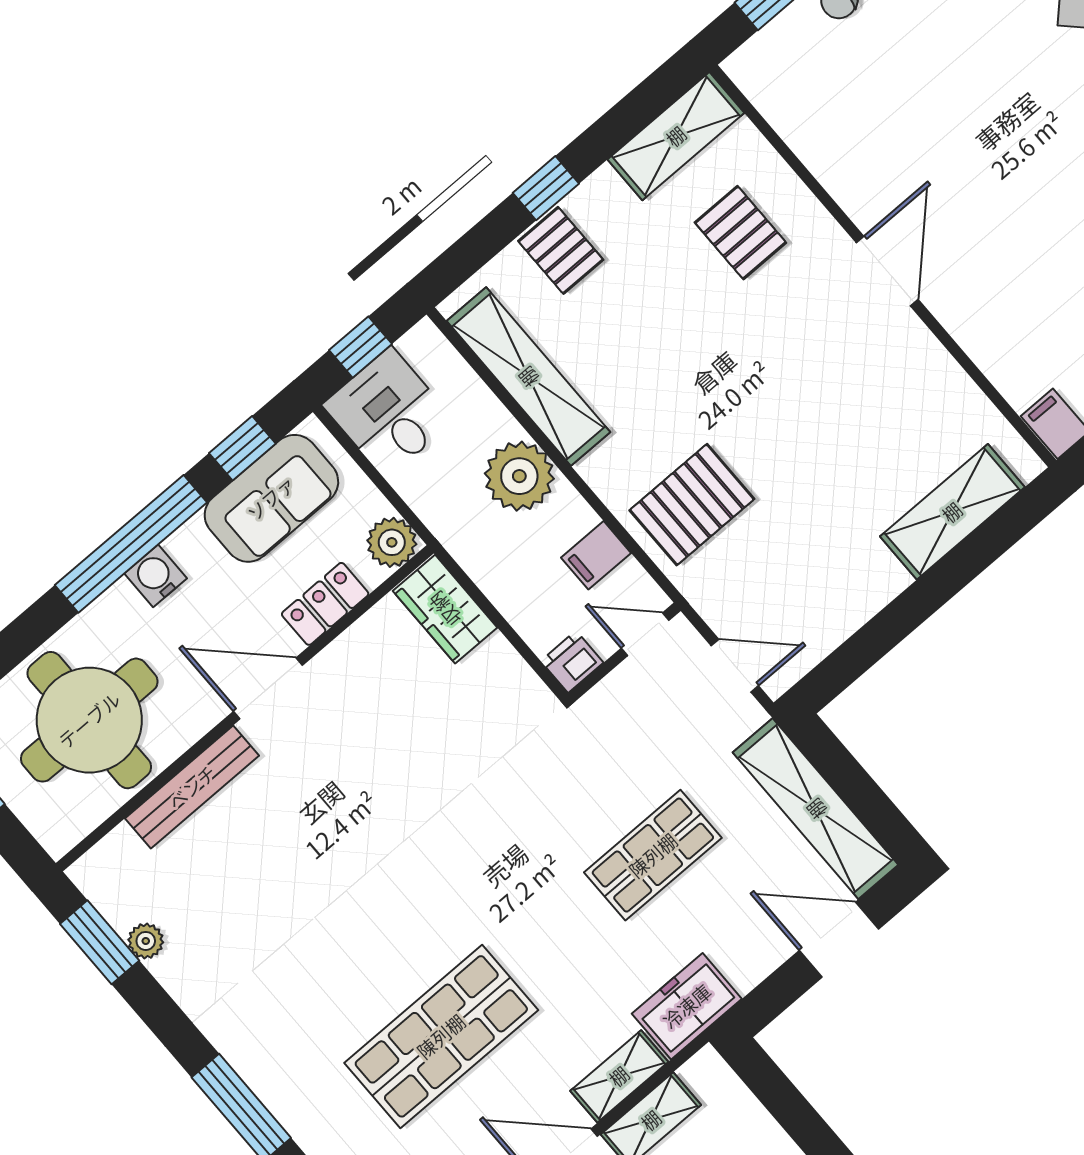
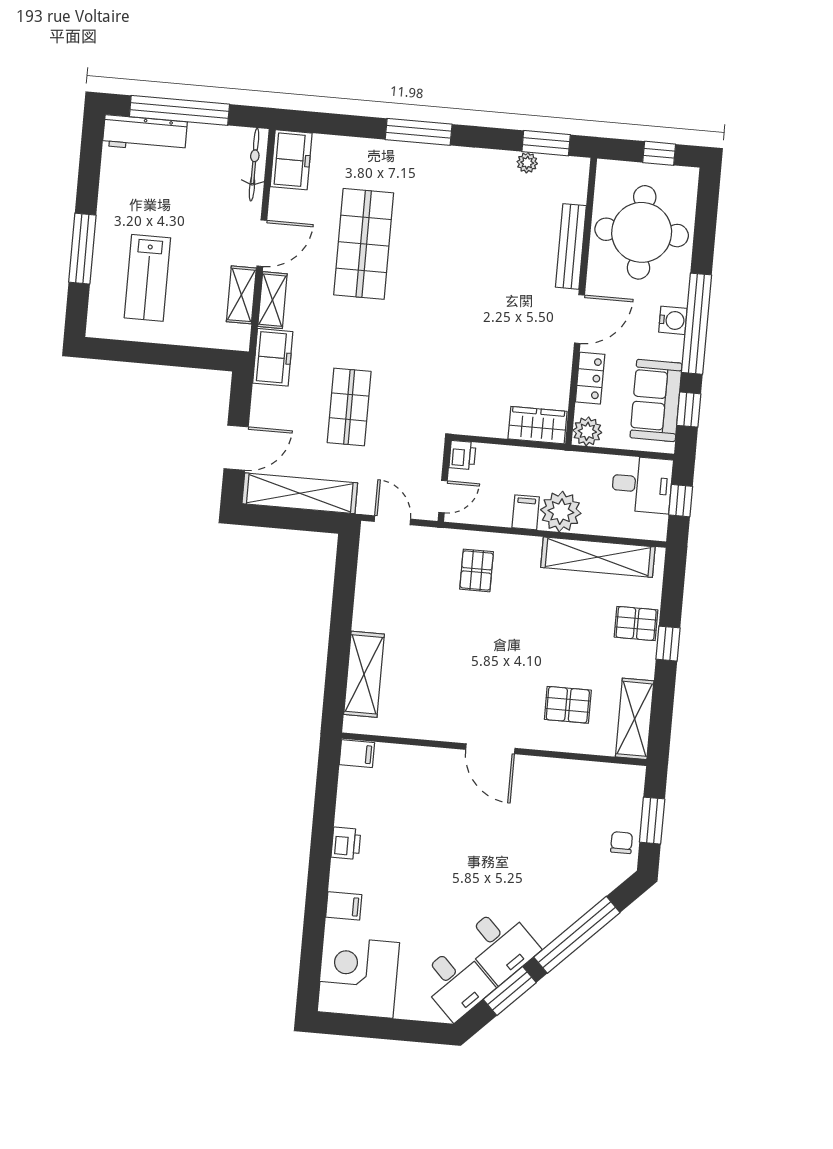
pallet: (692, 505) -> (477, 570), width x0.67, depth x0.71
filing cabinet: (596, 555) -> (526, 512), moved
door: (735, 666) -> (392, 520), swing flipped

